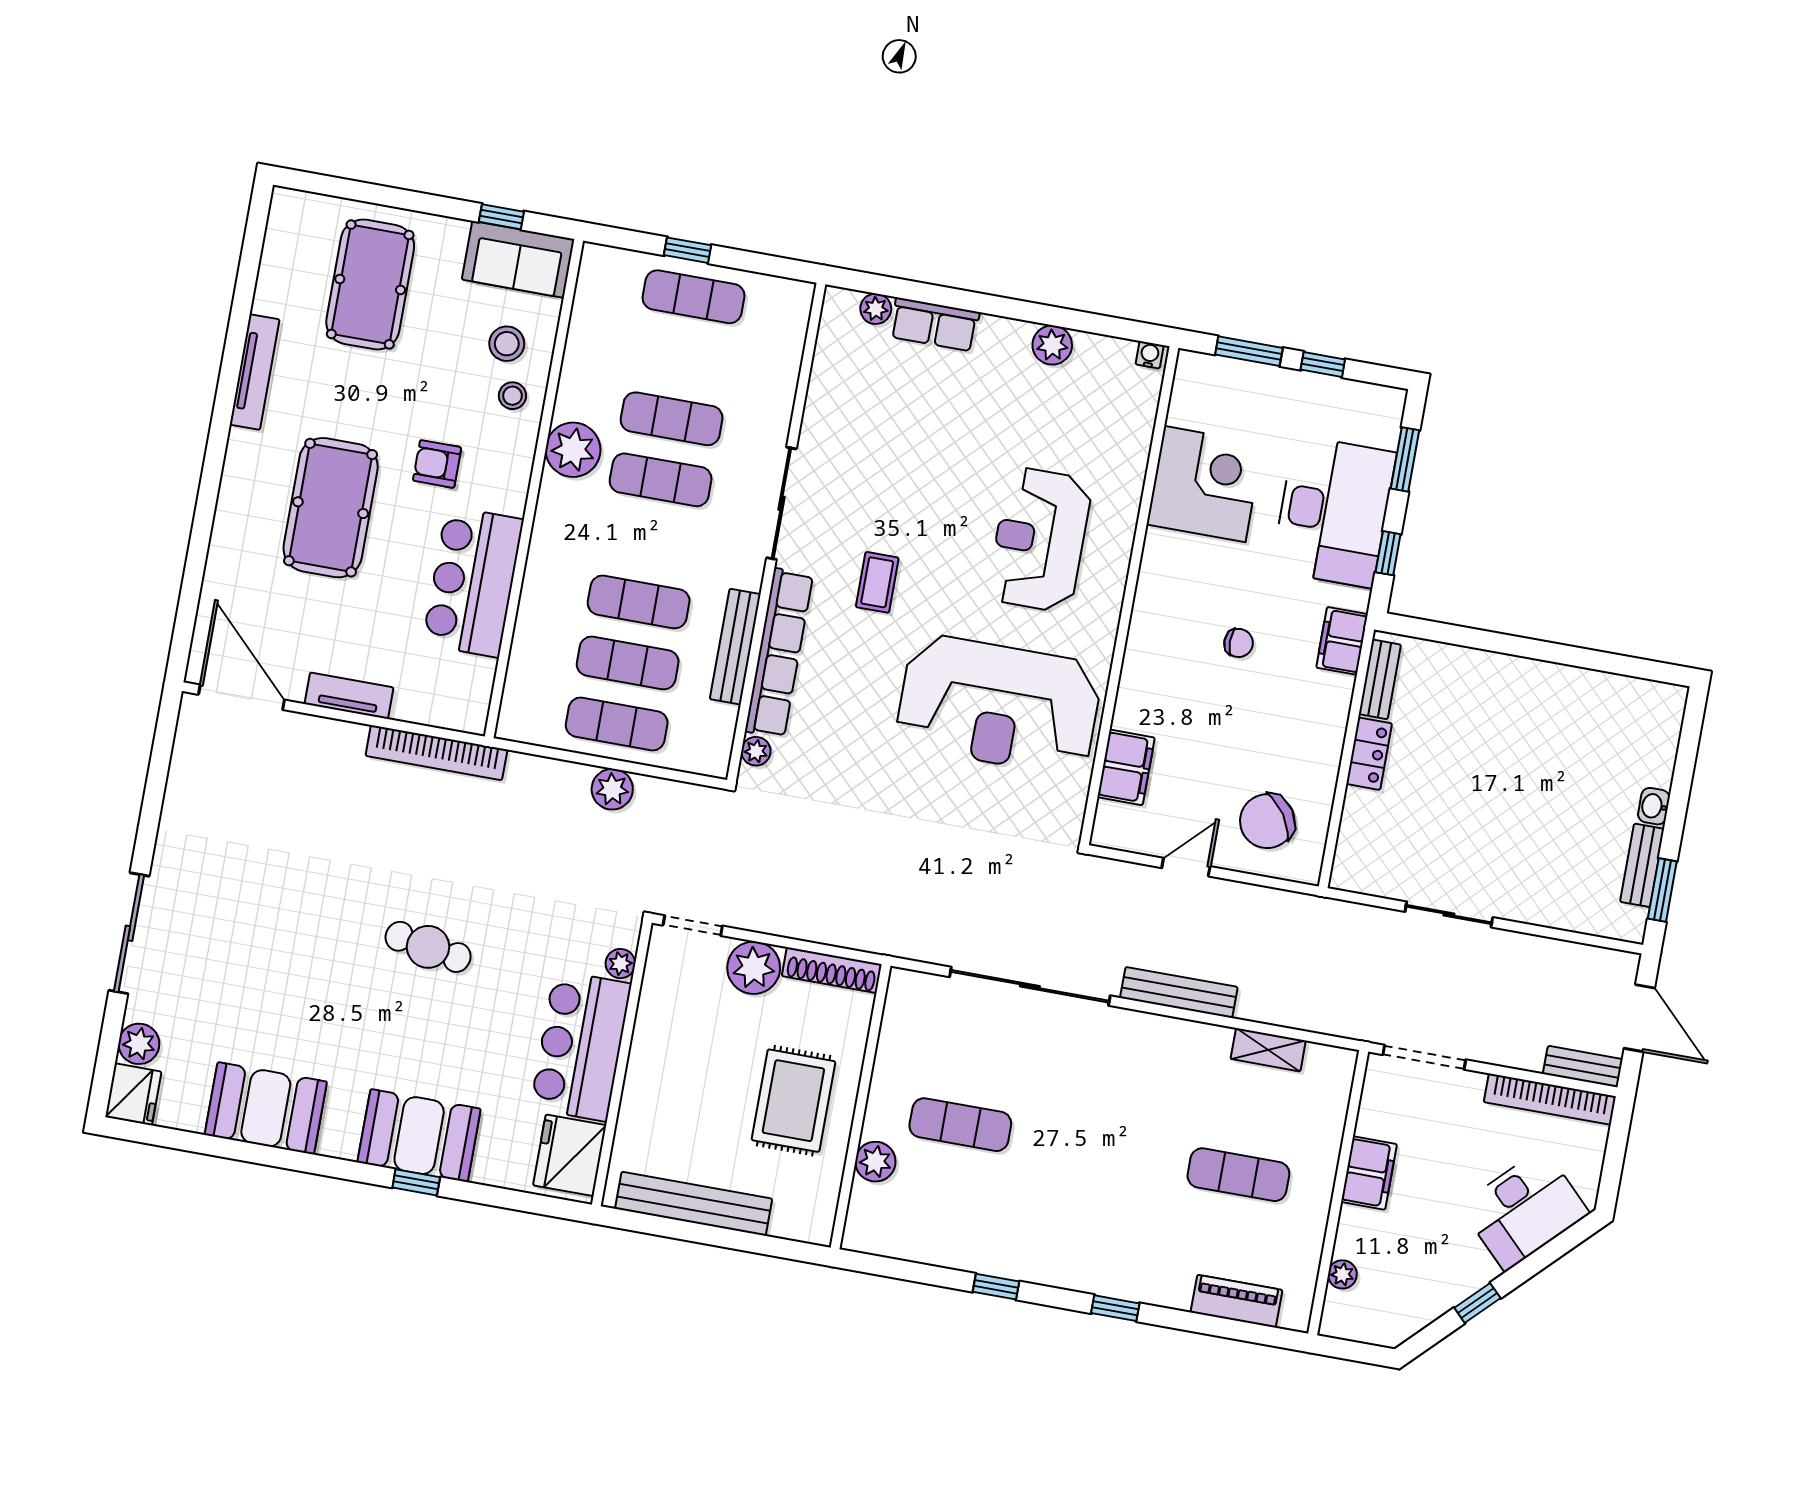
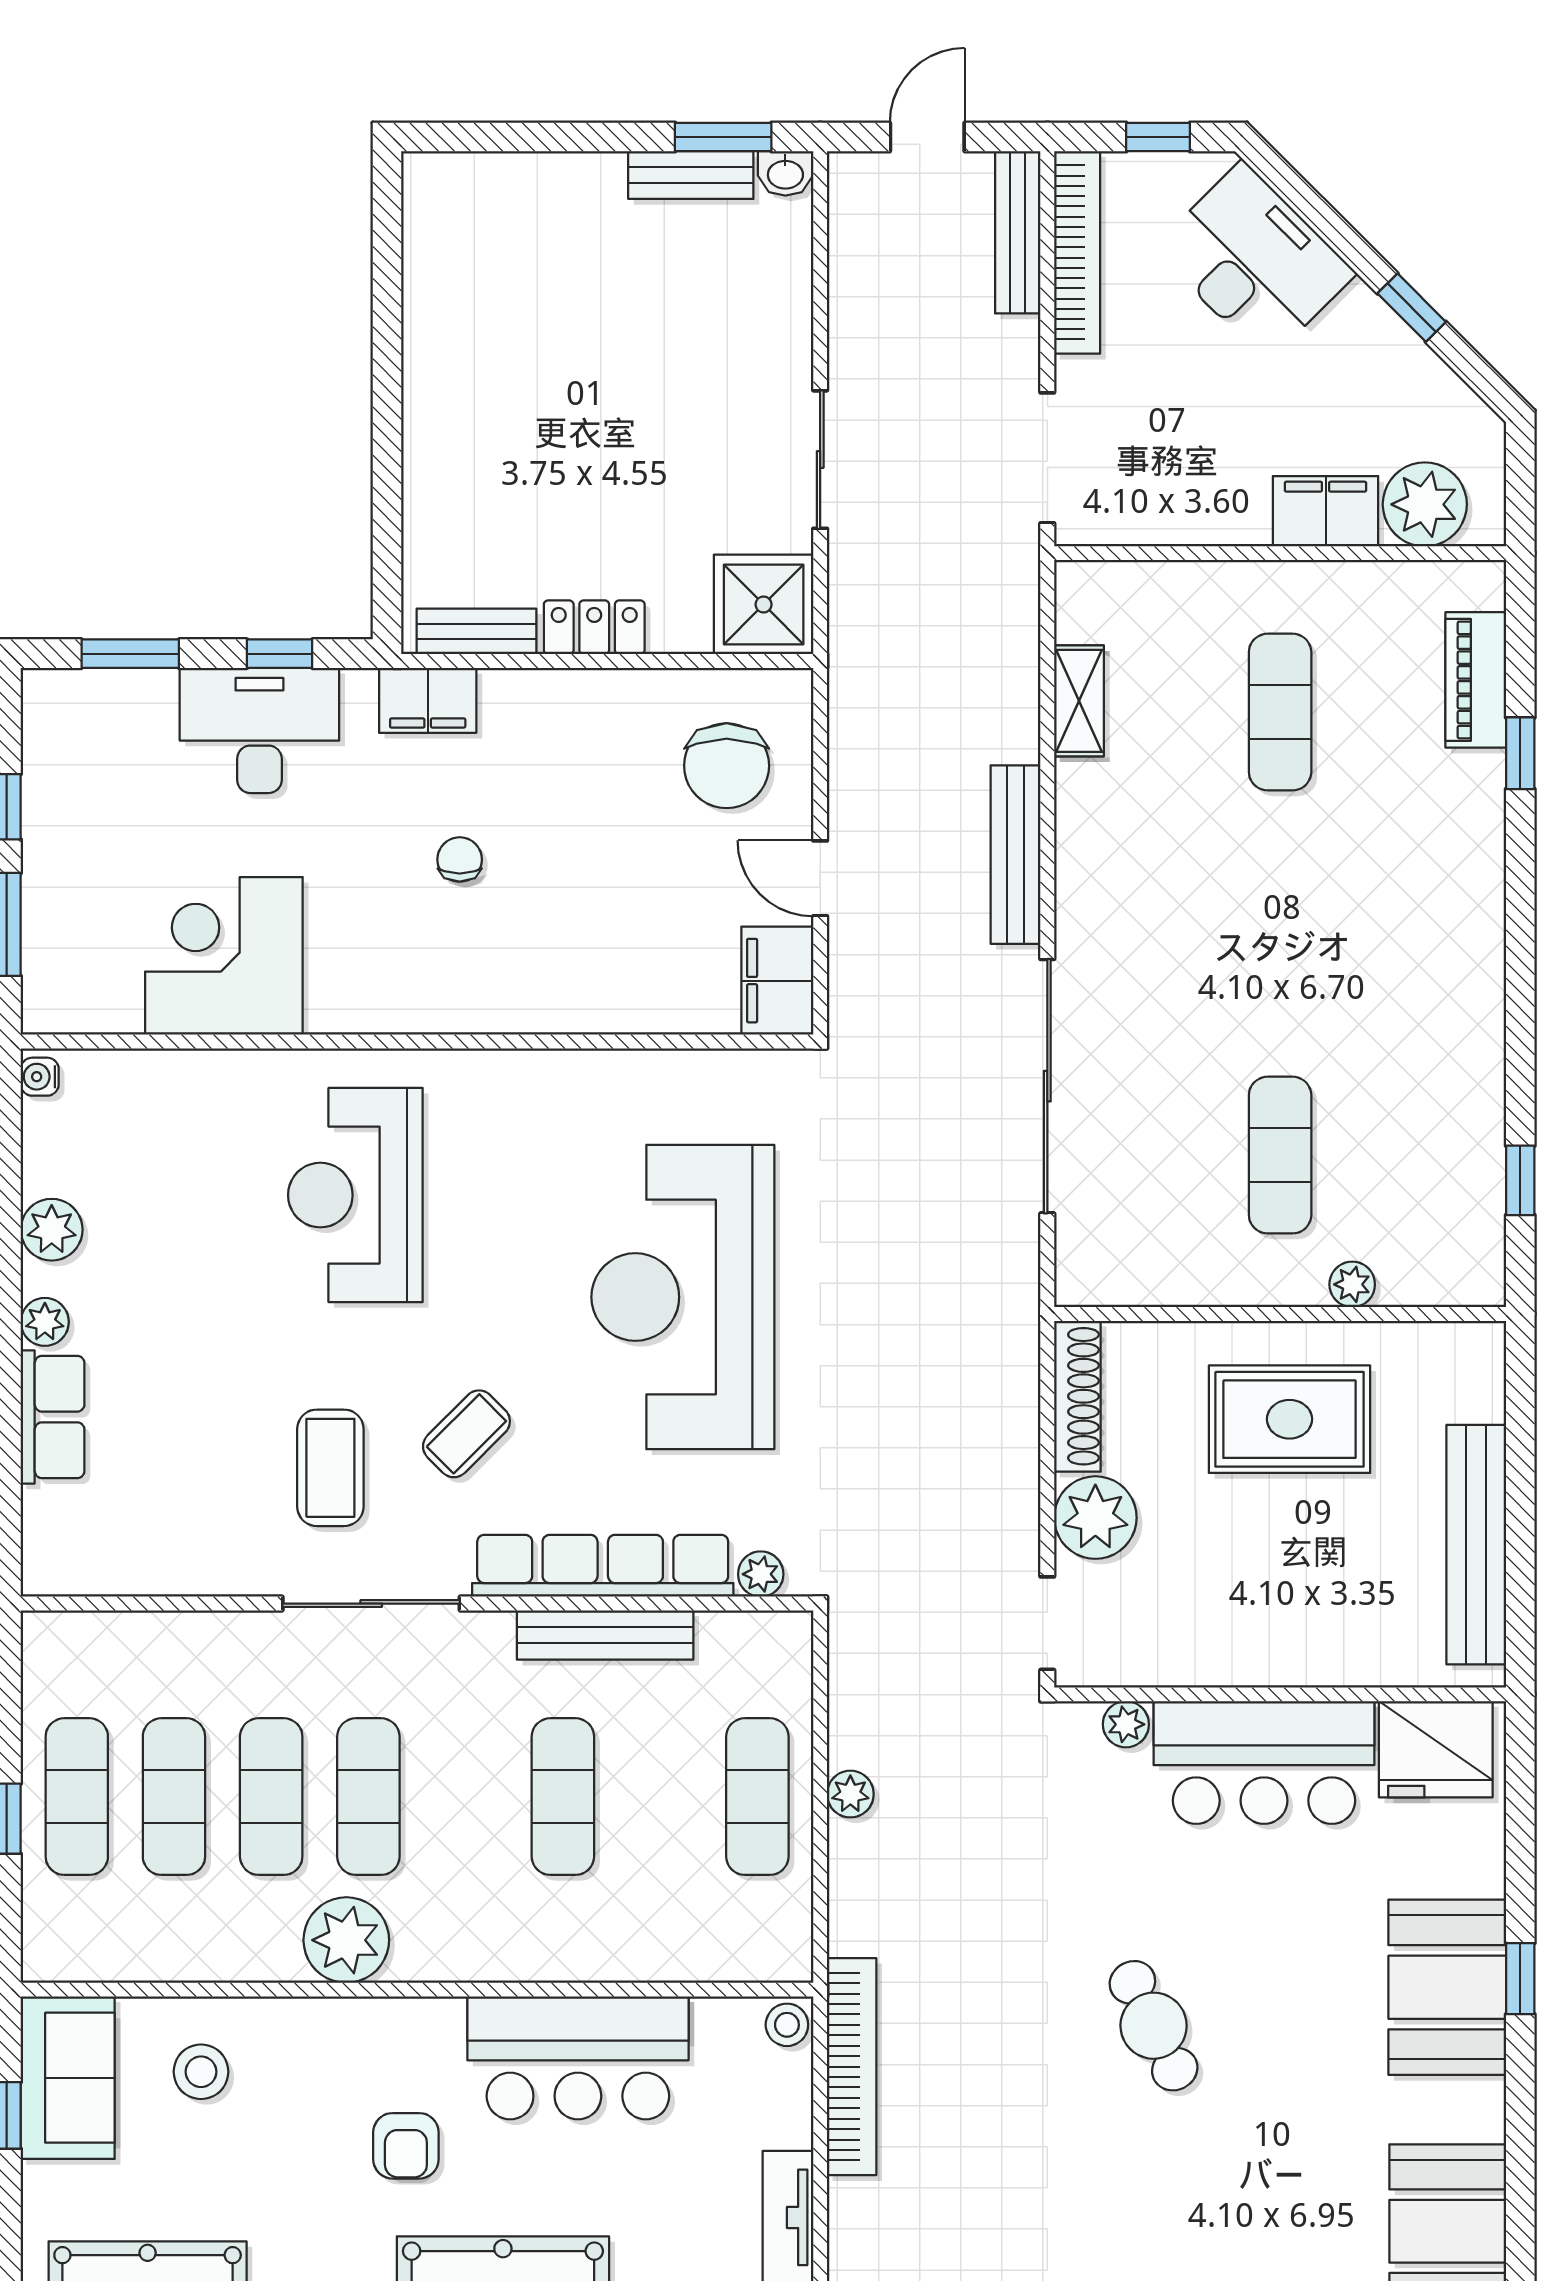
plant: (876, 309) -> (45, 1322), moved
stool: (512, 396) -> (787, 2025), moved
coffee table: (871, 493) -> (330, 1468), added
desk: (1334, 511) -> (259, 730), width x0.73, depth x0.77
reception desk: (1040, 540) -> (355, 1195), turned 90
coffee table: (877, 582) -> (466, 1434), turned -45
exercise mat: (628, 663) -> (174, 1797), moved
reception desk: (999, 705) -> (683, 1297), moved, turned 180
filing cabinet: (1126, 767) -> (777, 981), moved, turned -90
plant: (612, 789) -> (850, 1794), width x0.73, depth x0.73
washbasin: (1654, 806) -> (785, 173), moved
chair: (1267, 821) -> (727, 766), turned 34
shower: (1364, 863) -> (764, 604), added
cafe table: (428, 947) -> (1154, 2026), turned -36
door: (1639, 1018) -> (927, 137), width x0.73
bench: (1583, 1067) -> (1018, 232), width x1.36
plant: (875, 1162) -> (1352, 1284), width x0.73, depth x0.73
window: (1613, 1163) -> (1158, 137), added
filing cabinet: (1369, 1173) -> (1326, 511), moved
plant: (1342, 1274) -> (1425, 504), width x1.87, depth x1.87
window: (996, 1287) -> (1520, 1180), moved
window: (1115, 1308) -> (1520, 753), moved

